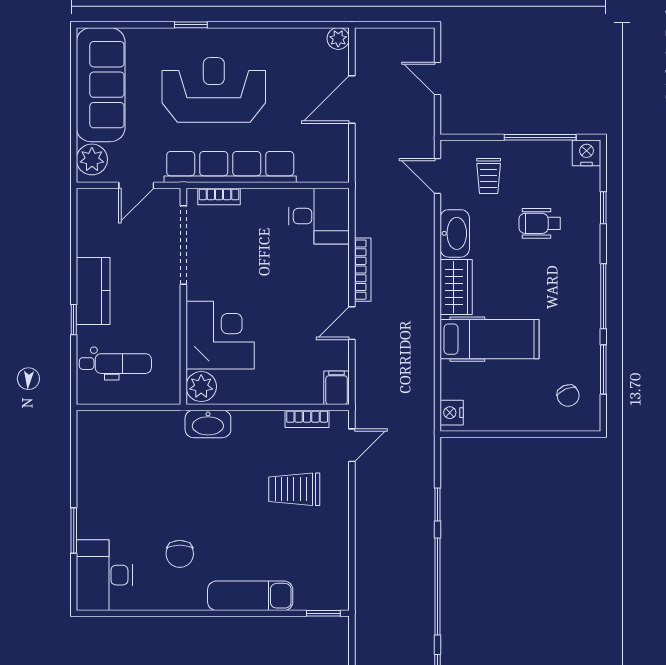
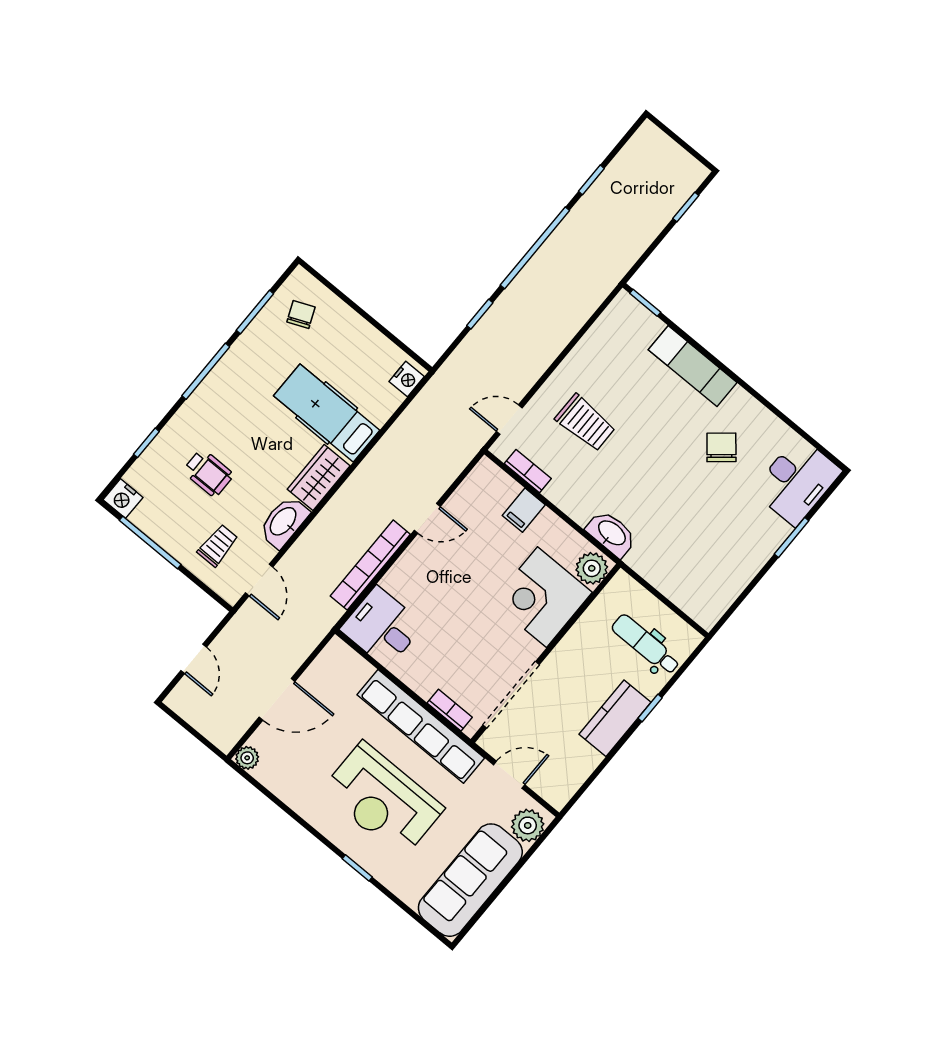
bookcase: (363, 270) -> (370, 565), width x1.48, depth x1.31
filing cabinet: (337, 388) -> (524, 510), moved
chair: (180, 554) -> (721, 447), turned -40

